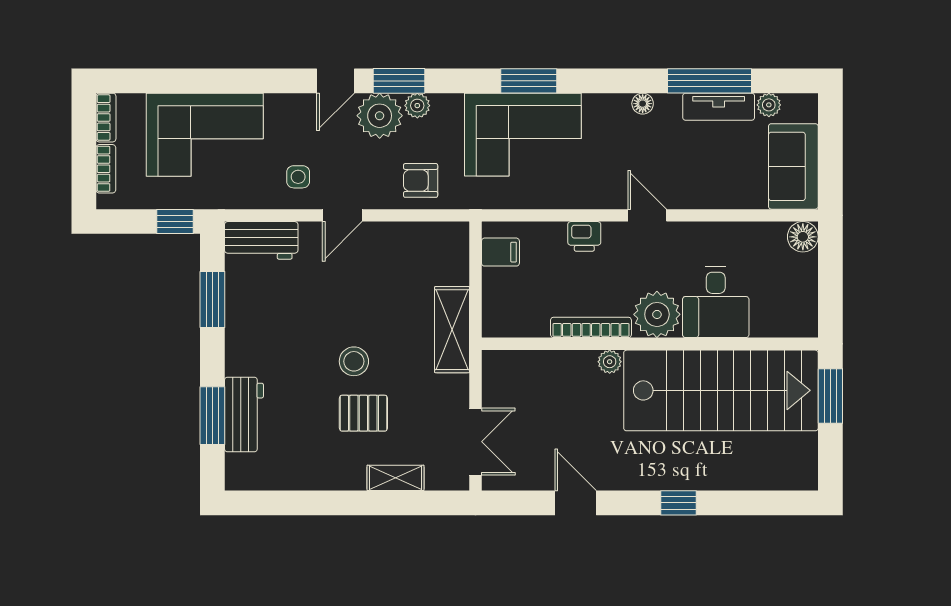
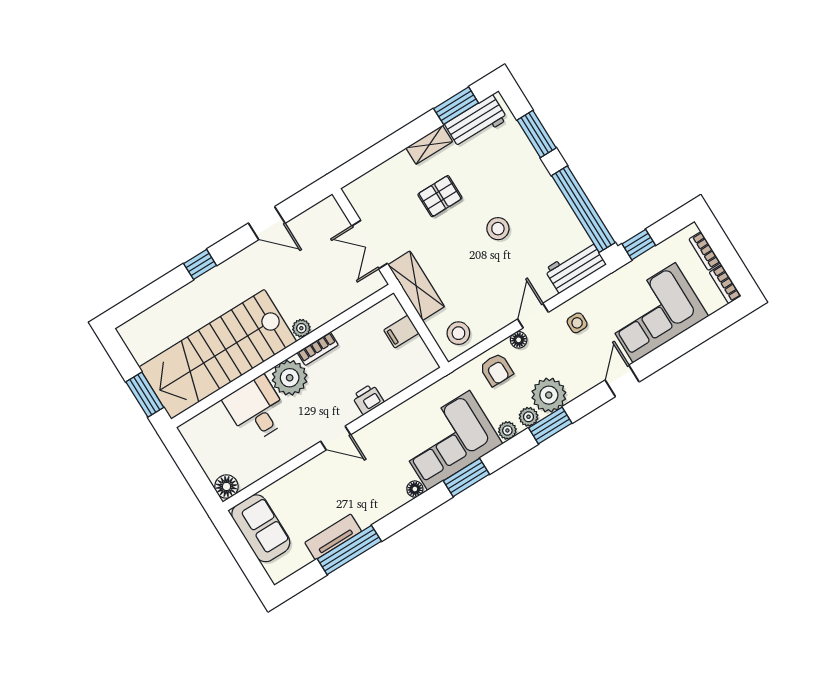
door: (336, 81) -> (622, 381), moved
floor lamp: (643, 104) -> (415, 489), moved
plant: (769, 105) -> (507, 430), moved
armchair: (421, 180) -> (496, 370), turned 90
floor lamp: (375, 198) -> (519, 340), added
stool: (438, 247) -> (458, 333), added
filing cabinet: (500, 252) -> (401, 332), moved
window: (212, 299) -> (583, 209), width x2.11
bookcase: (591, 327) -> (318, 349), width x0.64
stool: (354, 361) -> (498, 229), moved
workbench: (244, 414) -> (476, 122), moved, turned -90
double door: (475, 442) -> (370, 245), moved
shelving: (396, 478) -> (429, 145), moved
window: (283, 503) -> (456, 106), added

